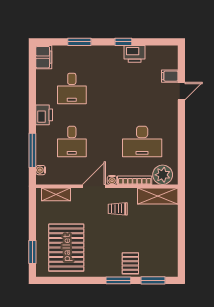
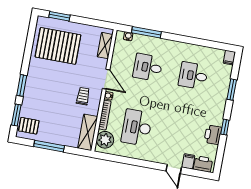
filing cabinet: (44, 57) -> (229, 58), width x0.50
printer: (44, 115) -> (203, 164), moved, turned 180
window: (181, 237) -> (49, 146), added
pallet: (130, 263) -> (29, 126), moved

